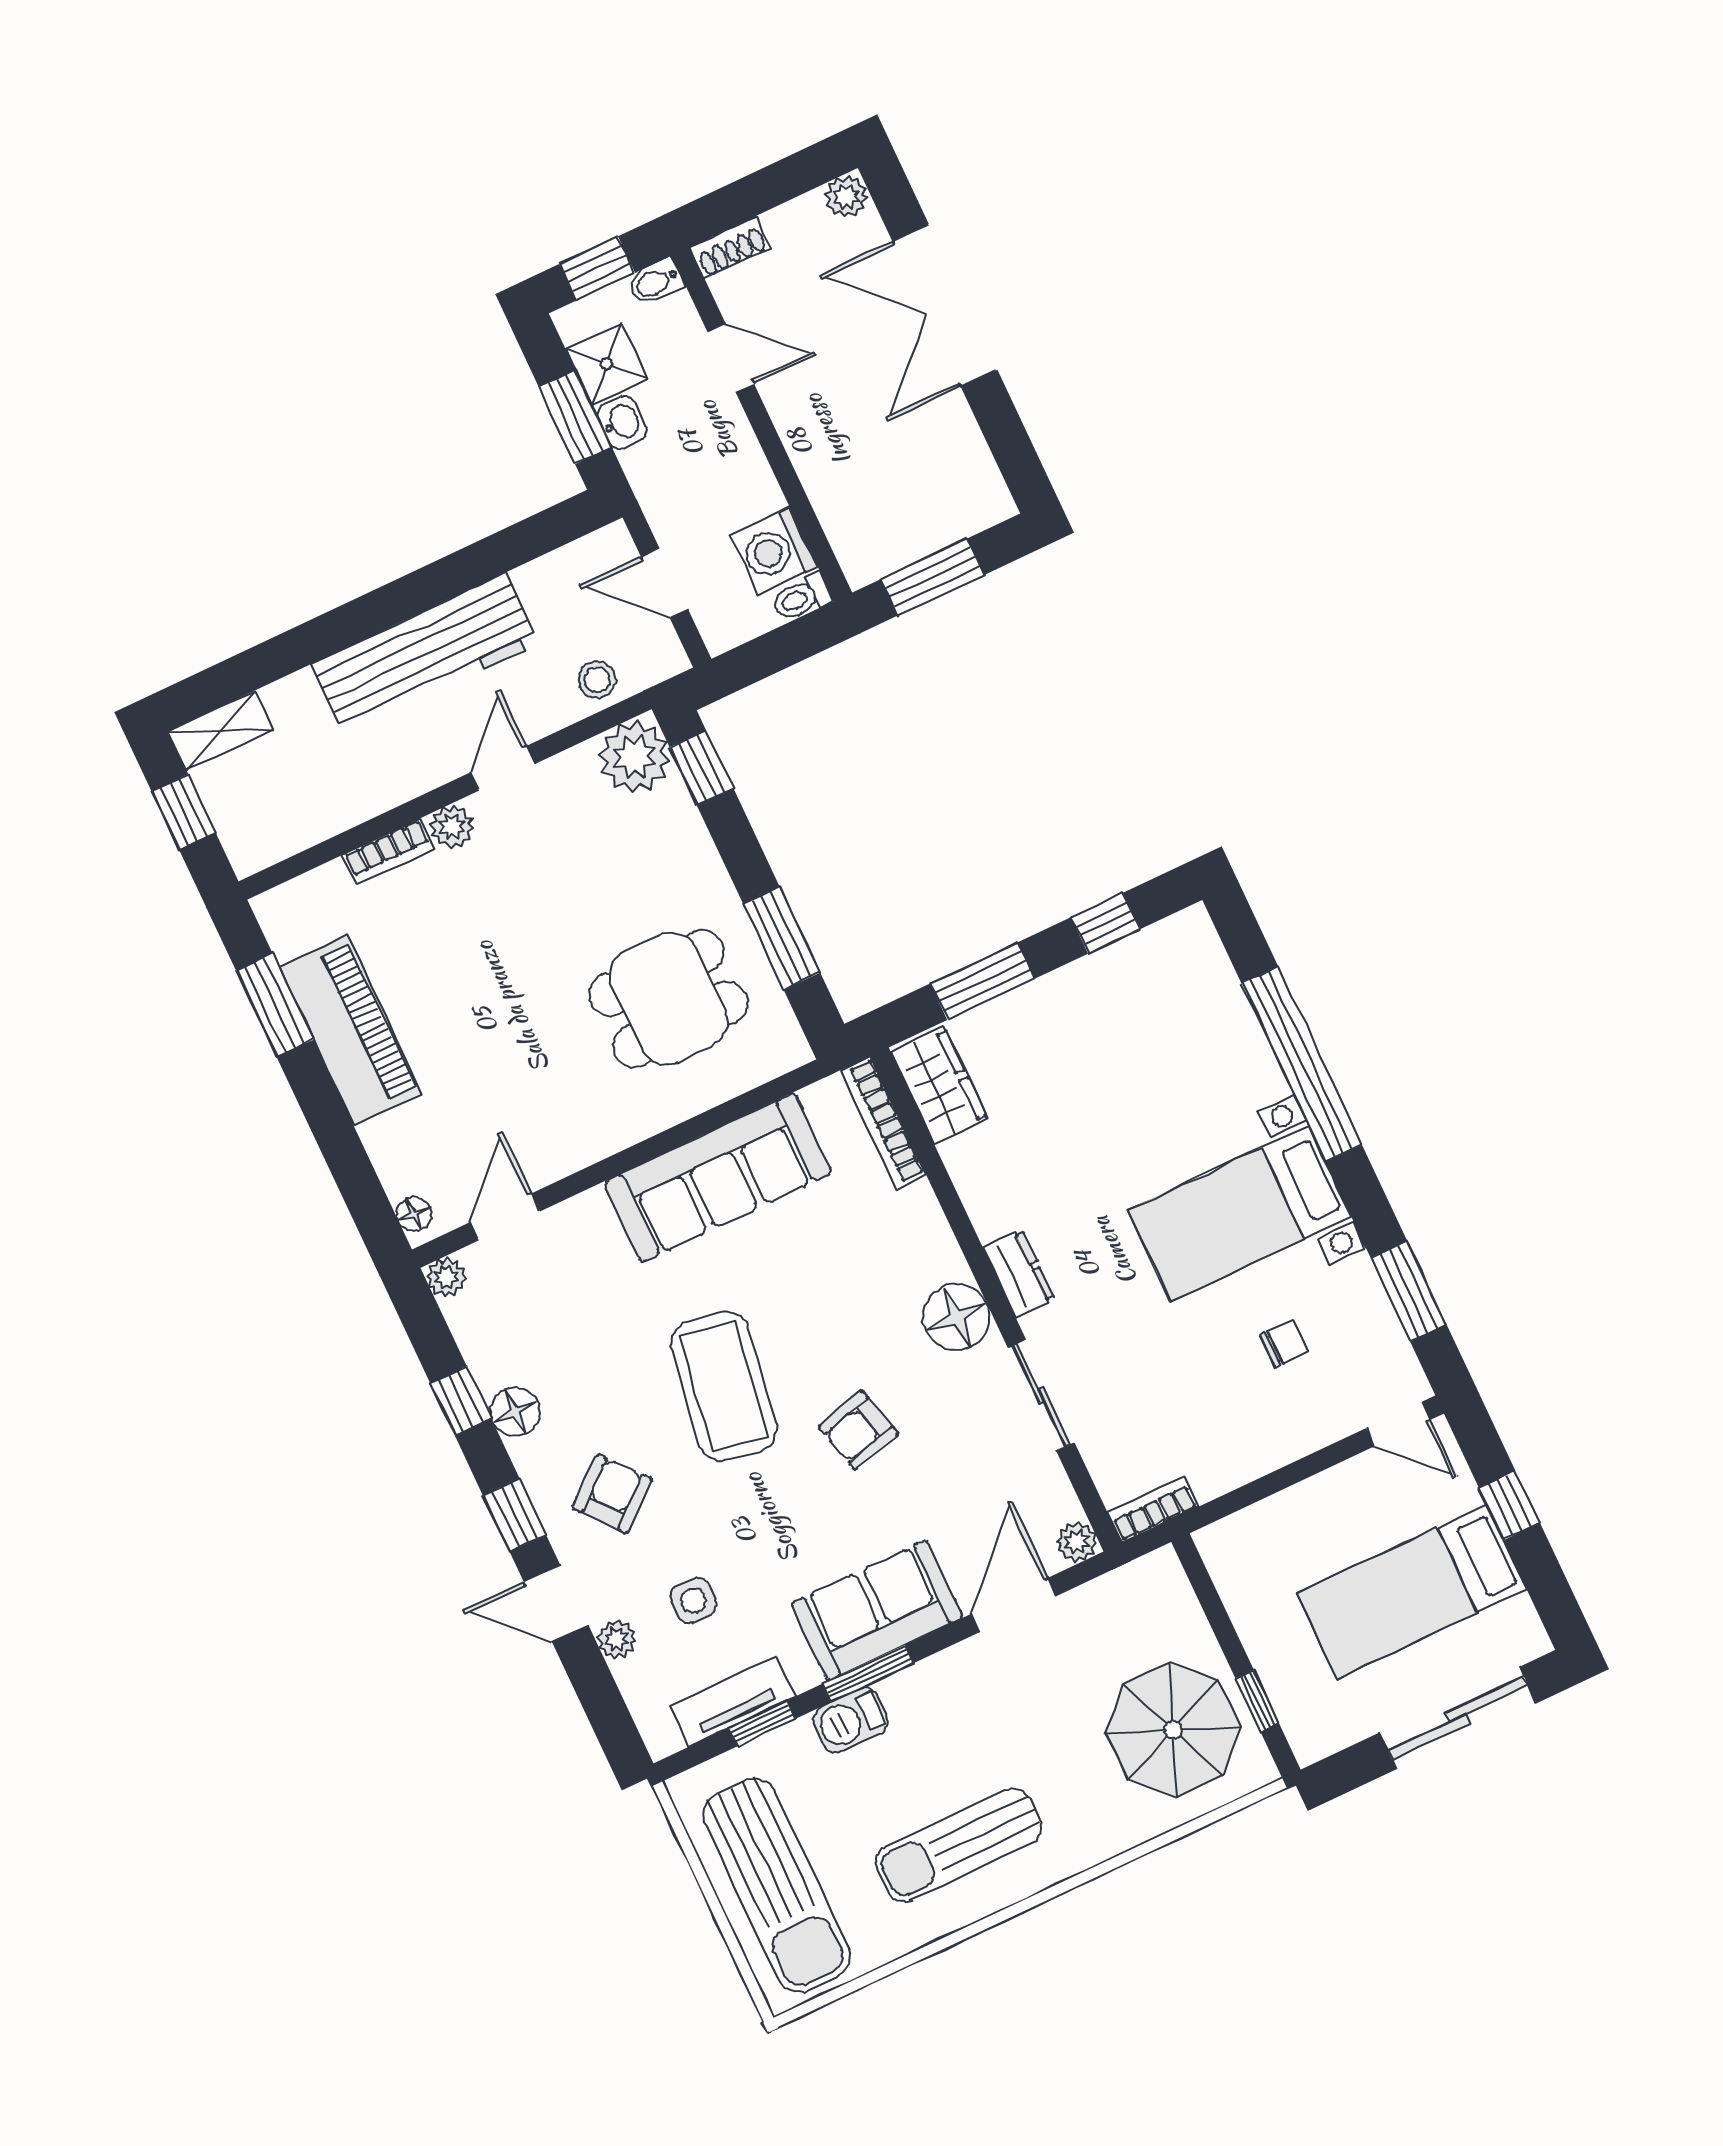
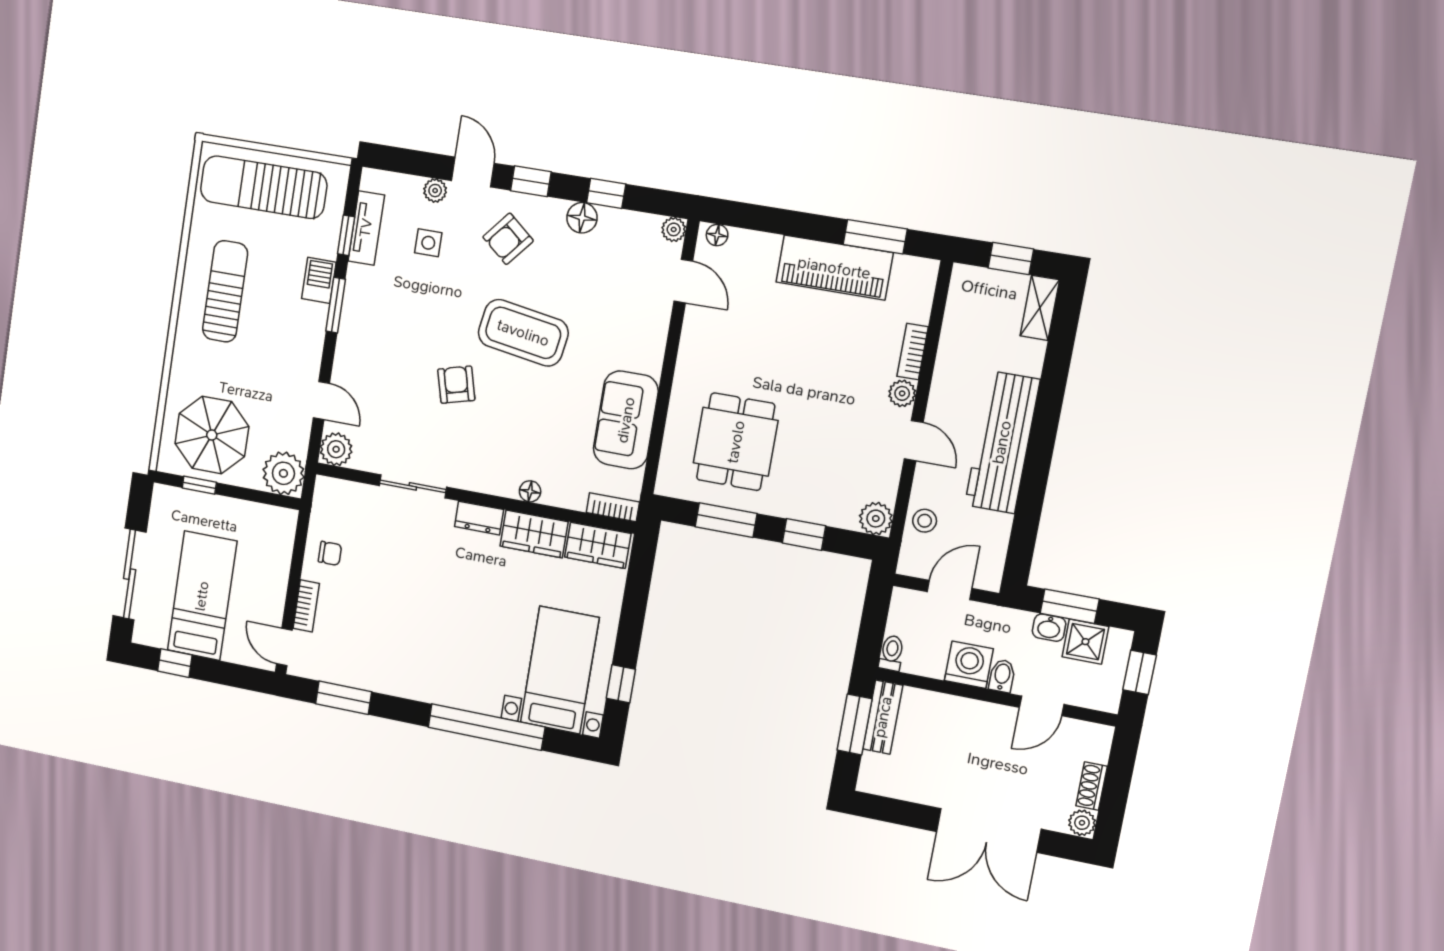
shoe rack: (730, 248) -> (1091, 786), moved
bidet: (656, 282) -> (1002, 676), moved
double door: (945, 305) -> (989, 830), swing flipped
bench: (895, 548) -> (883, 717), added
washing machine: (774, 551) -> (969, 665), moved
plant: (634, 757) -> (876, 519), width x0.73, depth x0.73
window: (701, 768) -> (804, 534), moved
window: (983, 981) -> (635, 604), removed
bookcase: (883, 1122) -> (613, 507), width x0.64
sofa: (718, 1177) -> (626, 420), width x0.73
wardrobe: (986, 1183) -> (534, 534), added
bed with nightstands: (1240, 1214) -> (560, 670), moved
floor lamp: (957, 1317) -> (530, 491), moved, width x0.53, depth x0.53
chair: (1284, 1344) -> (330, 553), moved, turned -90
door: (1399, 1424) -> (284, 647), hinge flipped
armchair: (612, 1494) -> (508, 239), turned 80
window: (1510, 1506) -> (175, 663), moved
bookcase: (1153, 1510) -> (306, 606), moved
plant: (1077, 1542) -> (336, 449), width x1.38, depth x1.38
plant: (1154, 1591) -> (283, 473), added
door: (556, 1604) -> (473, 172), hinge flipped
door: (1014, 1605) -> (321, 400), width x0.73
sofa: (877, 1610) -> (363, 331), removed

